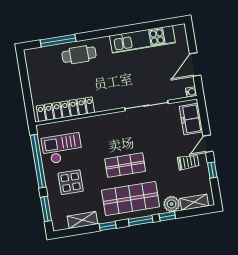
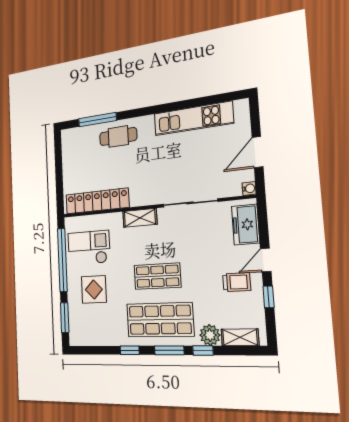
shelving: (82, 220) -> (140, 218), moved

